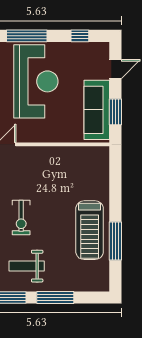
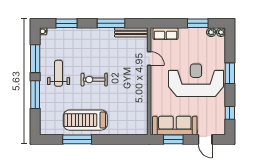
window: (27, 36) -> (230, 73), width x0.69
reception desk: (36, 81) -> (196, 80), turned 180
exercise bike: (21, 217) -> (94, 80), moved

